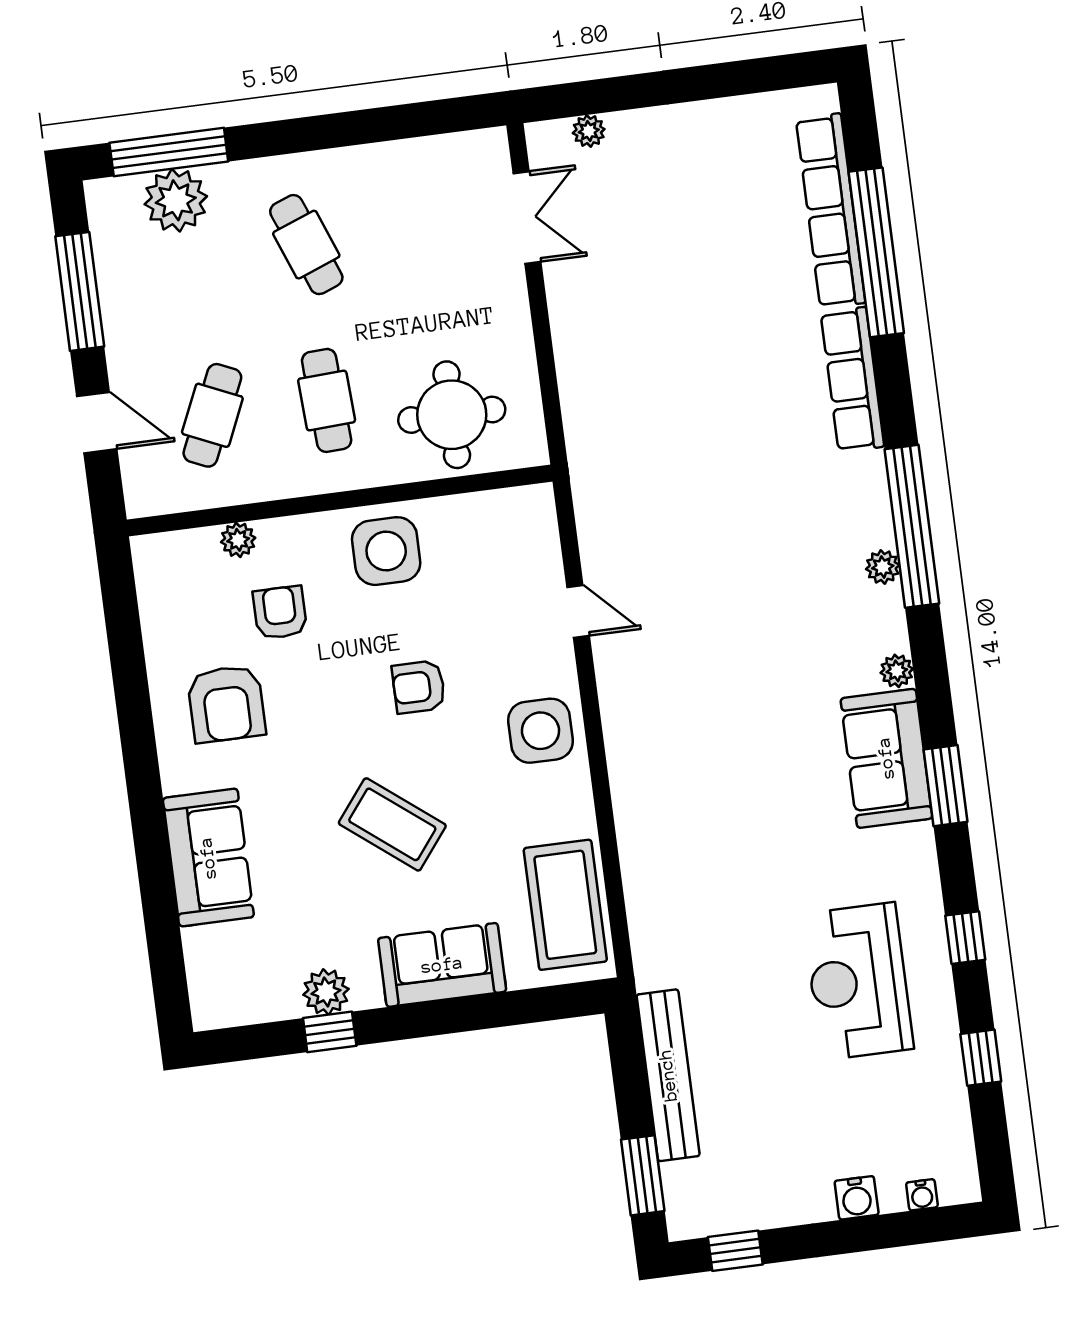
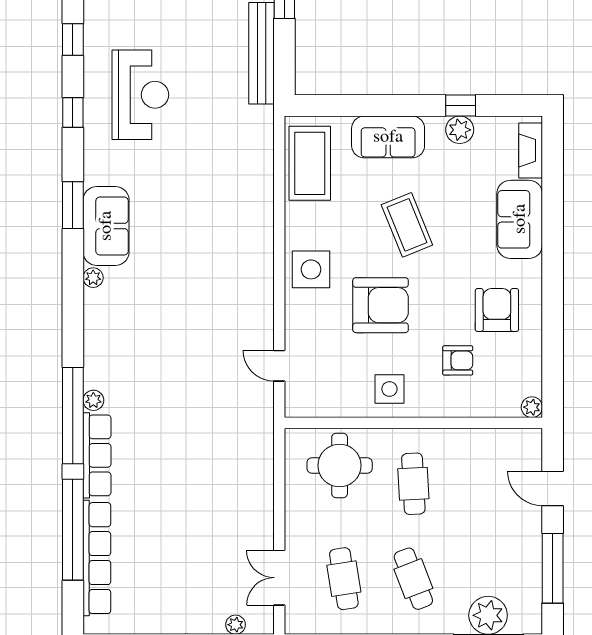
cafe table: (212, 415) -> (344, 579), moved, turned -33
window: (912, 526) -> (73, 416), moved
plant: (238, 540) -> (532, 407), moved
side table: (386, 551) -> (389, 389), width x0.73, depth x0.73
plant: (883, 567) -> (93, 400), moved
door: (578, 611) -> (279, 366), moved
armchair: (280, 613) -> (458, 360), turned -90
armchair: (419, 687) -> (381, 305), width x1.88, depth x1.88
coffee table: (392, 824) -> (407, 225), turned 30
fireplace: (205, 973) -> (531, 150), added

